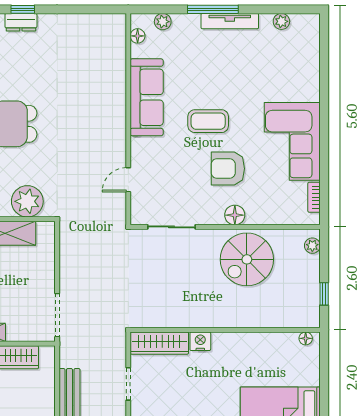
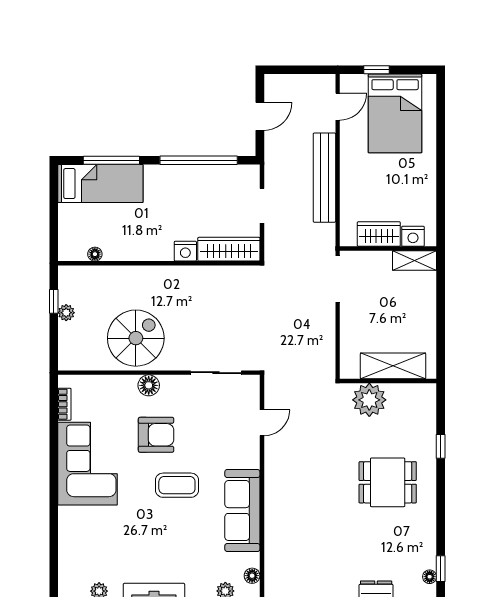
plant: (312, 246) -> (66, 313), moved
floor lamp: (306, 338) -> (95, 254), moved

